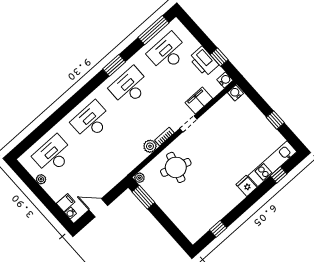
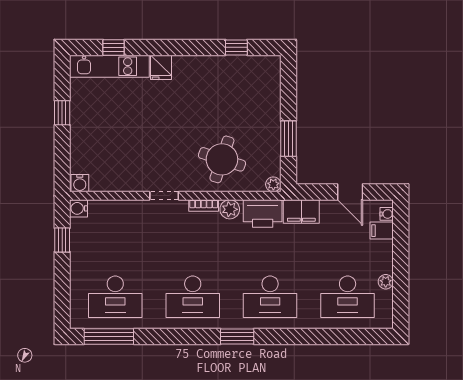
printer: (204, 61) -> (263, 213), moved, turned 90
window: (114, 65) -> (237, 336), moved
filing cabinet: (199, 101) -> (301, 211), moved
window: (143, 197) -> (288, 139), moved

